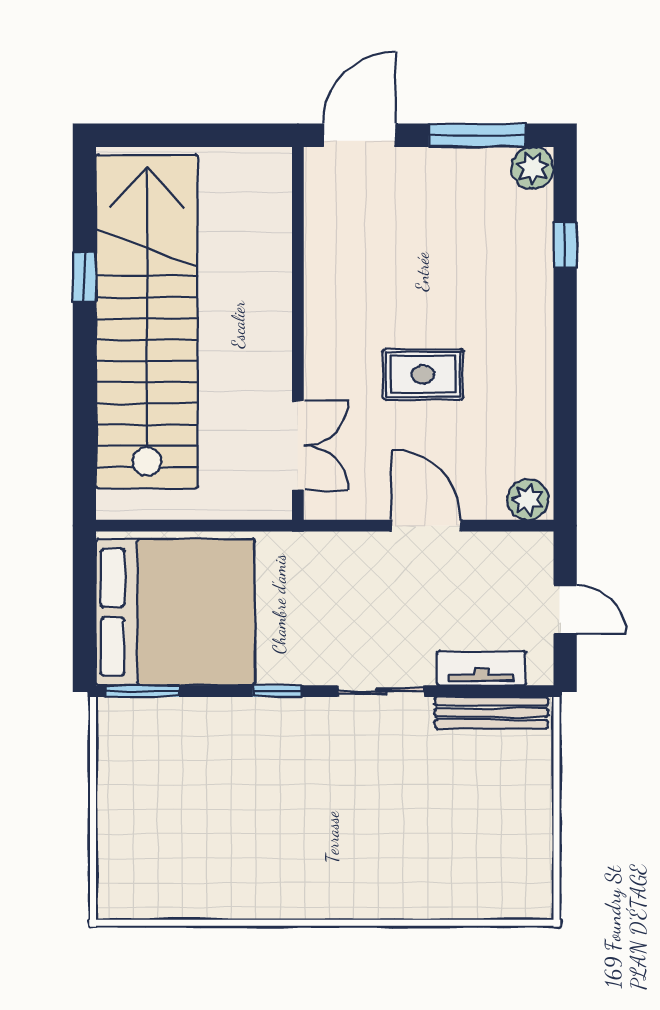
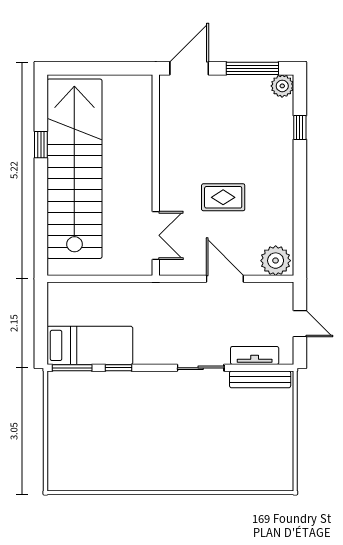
plant: (528, 499) -> (276, 261), width x1.36, depth x1.36
bed: (175, 612) -> (90, 345), width x0.49
window: (277, 691) -> (118, 368), moved

